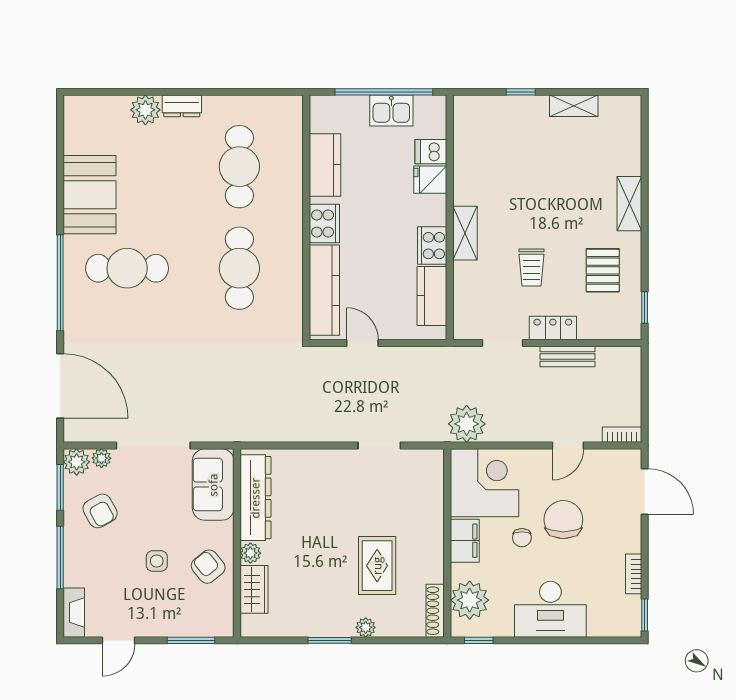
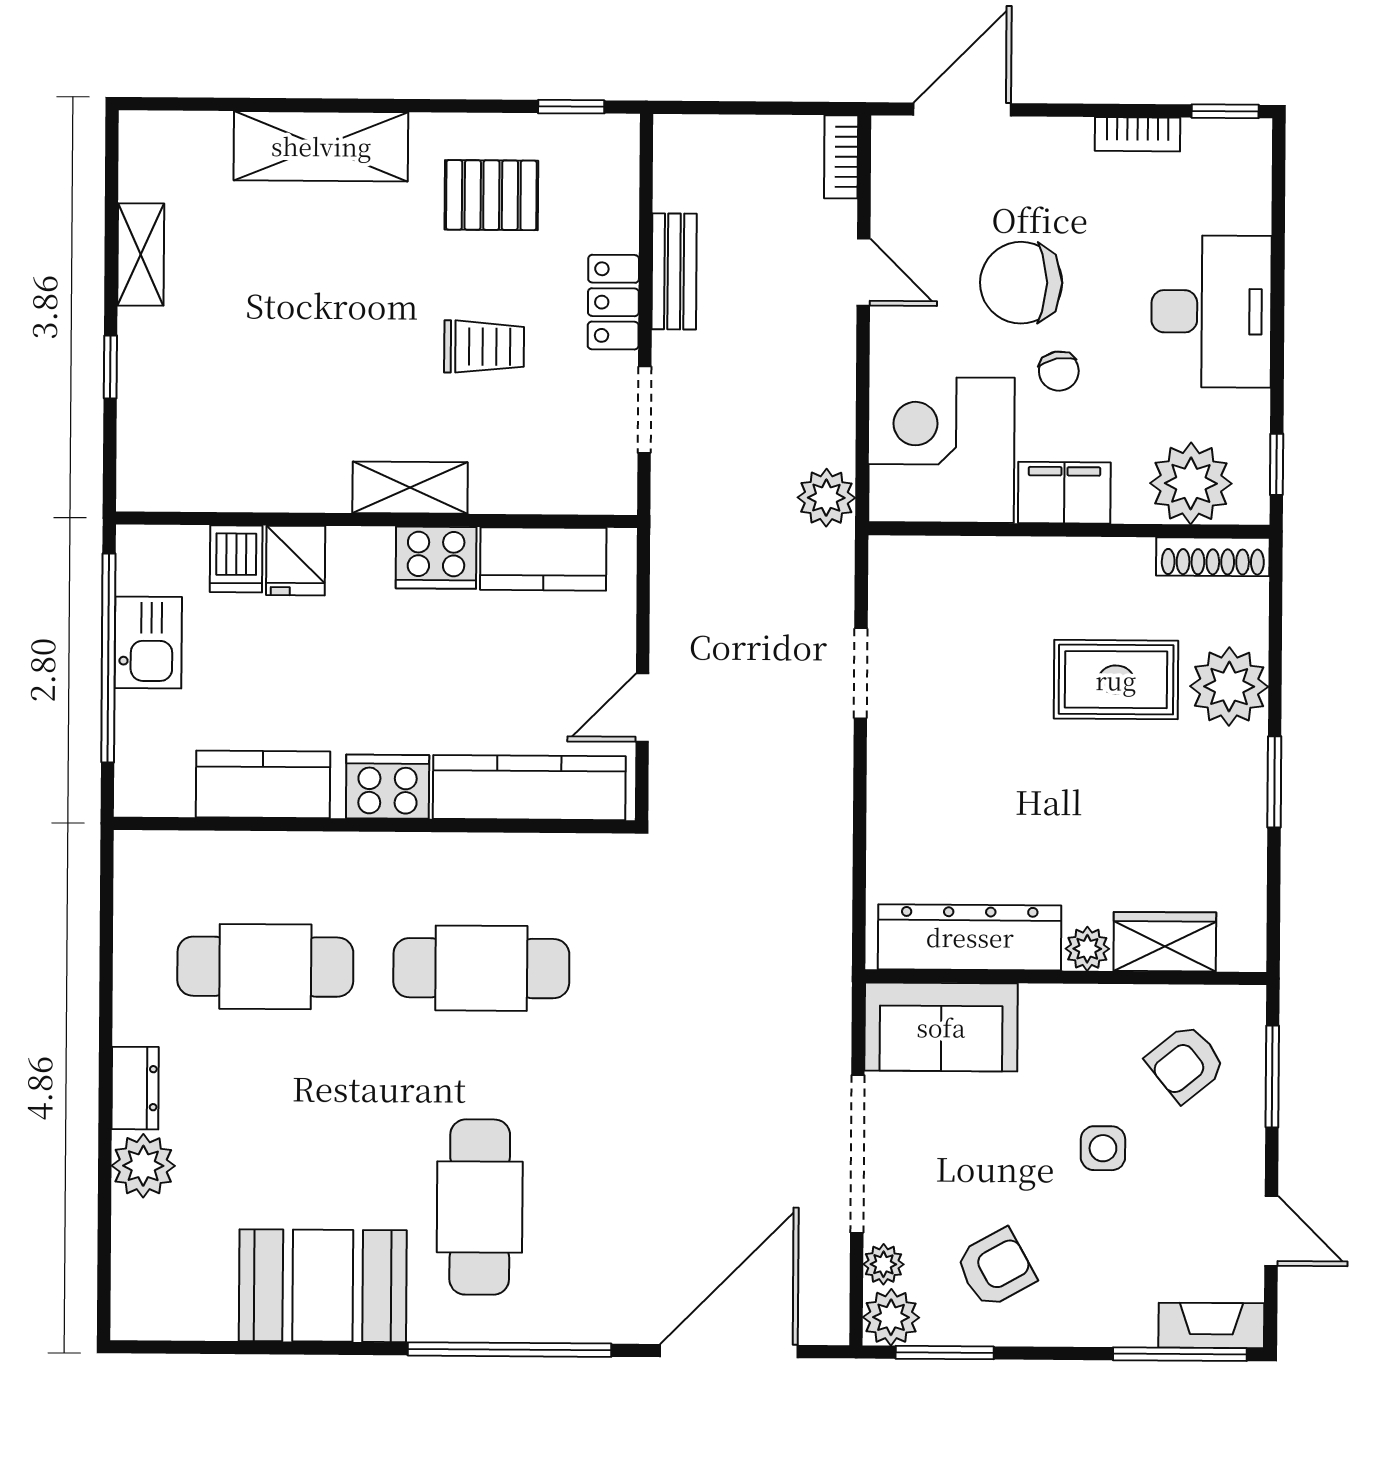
shelving: (629, 204) -> (321, 146), width x1.50, depth x1.33
plant: (467, 424) -> (826, 498), width x0.73, depth x0.73
chair: (522, 538) -> (1059, 371), turned 79
window: (60, 557) -> (1180, 1354), moved
armchair: (208, 567) -> (1186, 1063), moved
plant: (366, 627) -> (1229, 687), width x1.87, depth x1.87

